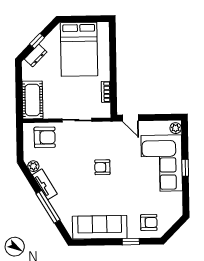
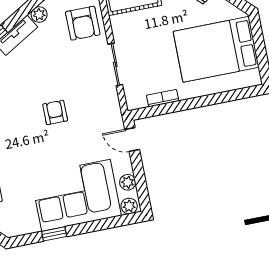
door: (130, 118) -> (132, 140), hinge flipped
plant: (159, 126) -> (128, 182), added
window: (185, 168) -> (54, 234), moved

